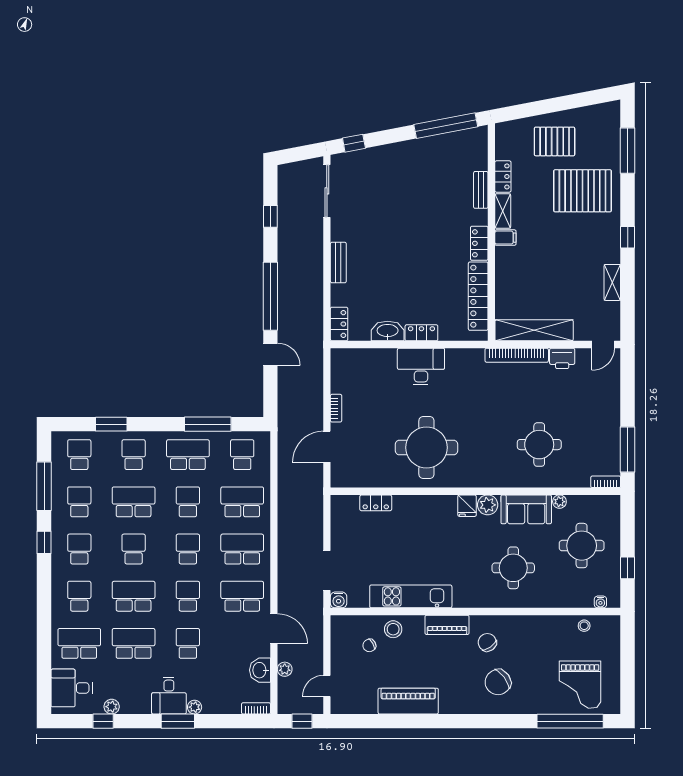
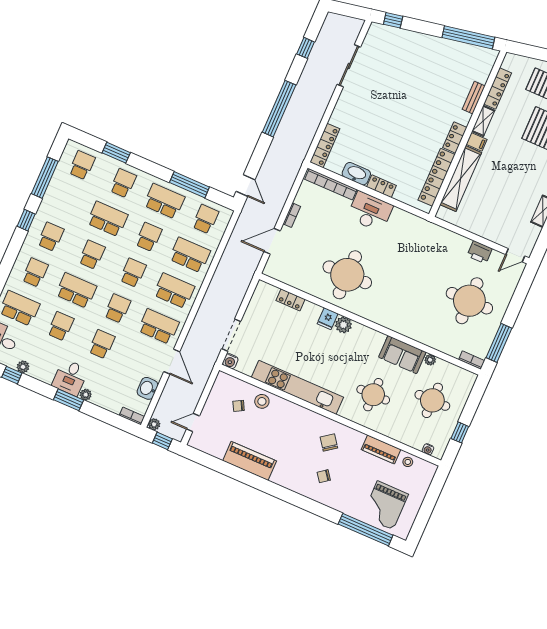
locker: (503, 176) -> (498, 88), width x1.53
sliding door: (327, 191) -> (349, 66), moved
bench: (338, 263) -> (342, 105), removed
locker: (339, 324) -> (325, 146), width x1.53
shelving: (534, 330) -> (461, 179), moved, turned 90
door: (270, 354) -> (245, 186), moved
bookcase: (517, 355) -> (331, 184), moved
round table: (539, 445) -> (469, 301), moved, width x1.36, depth x1.36
school desk: (79, 502) -> (66, 201), removed
plant: (488, 505) -> (343, 325), moved
fridge: (467, 506) -> (328, 319), moved
kitchen unit: (411, 596) -> (297, 387), width x1.36
piano: (447, 625) -> (381, 449), moved
school desk: (134, 643) -> (61, 326), width x0.54
plant: (285, 669) -> (154, 424), moved
chair: (498, 682) -> (324, 476), width x0.54, depth x0.54

